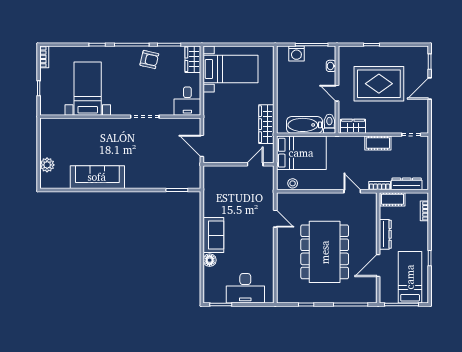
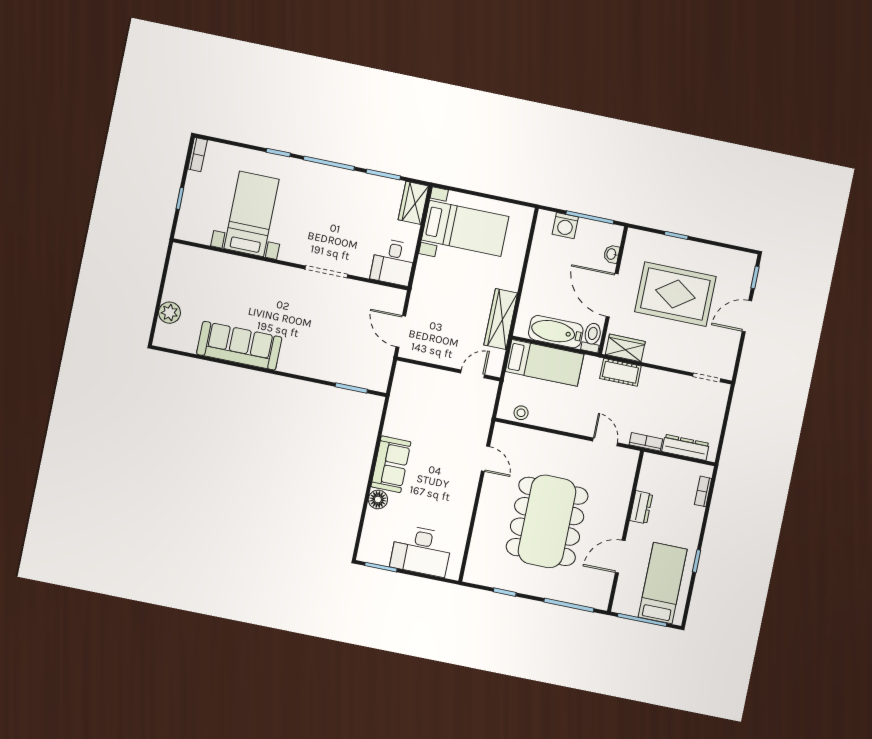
armchair: (149, 60) -> (350, 190), removed
door: (337, 93) -> (612, 295), width x1.88
cot: (378, 143) -> (620, 372), moved
bed: (301, 153) -> (545, 363), width x0.67
cot: (393, 199) -> (661, 465), removed
dresser: (385, 234) -> (641, 507), width x0.70

